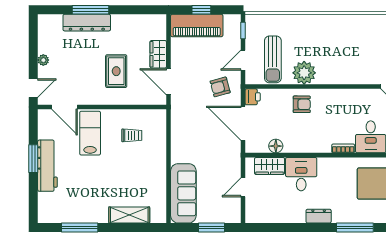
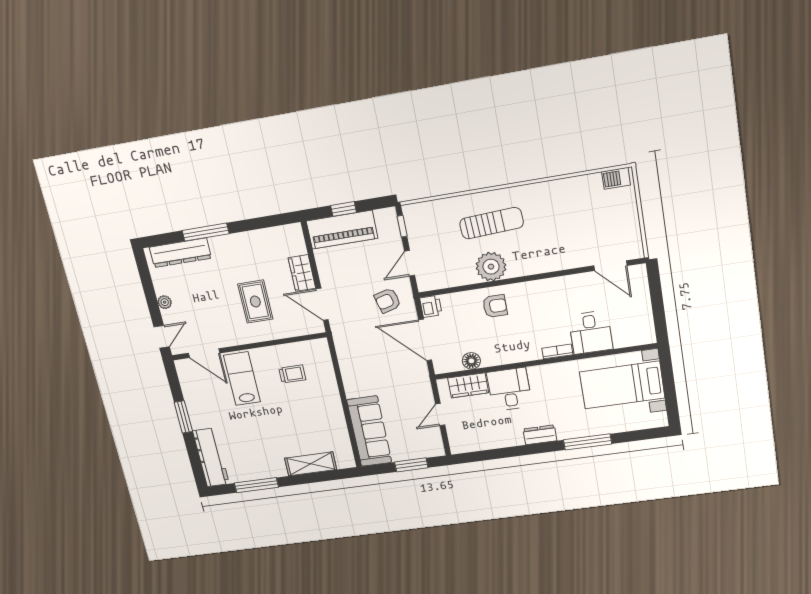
dresser: (87, 23) -> (180, 253), moved
sun lounger: (273, 59) -> (492, 223), moved, turned -93
workbench: (47, 166) -> (211, 457), moved

